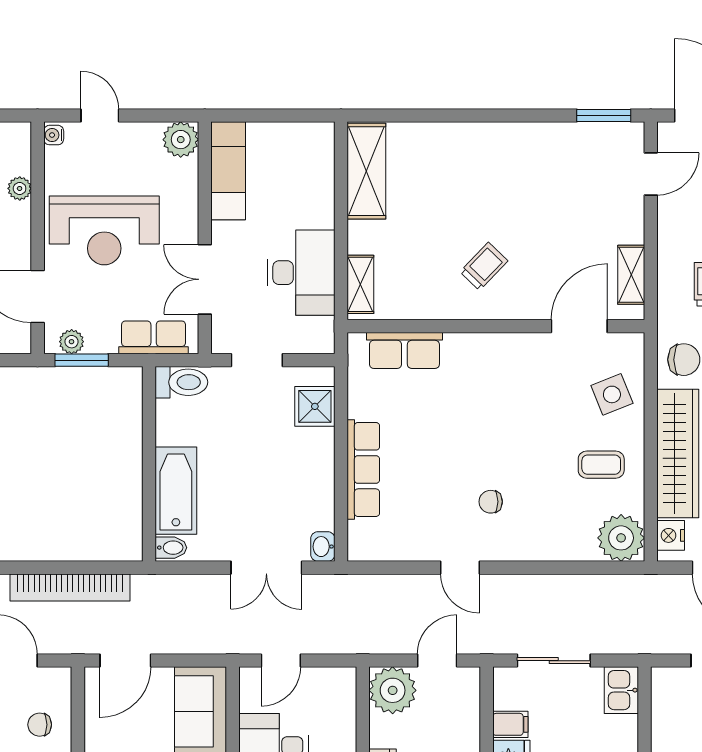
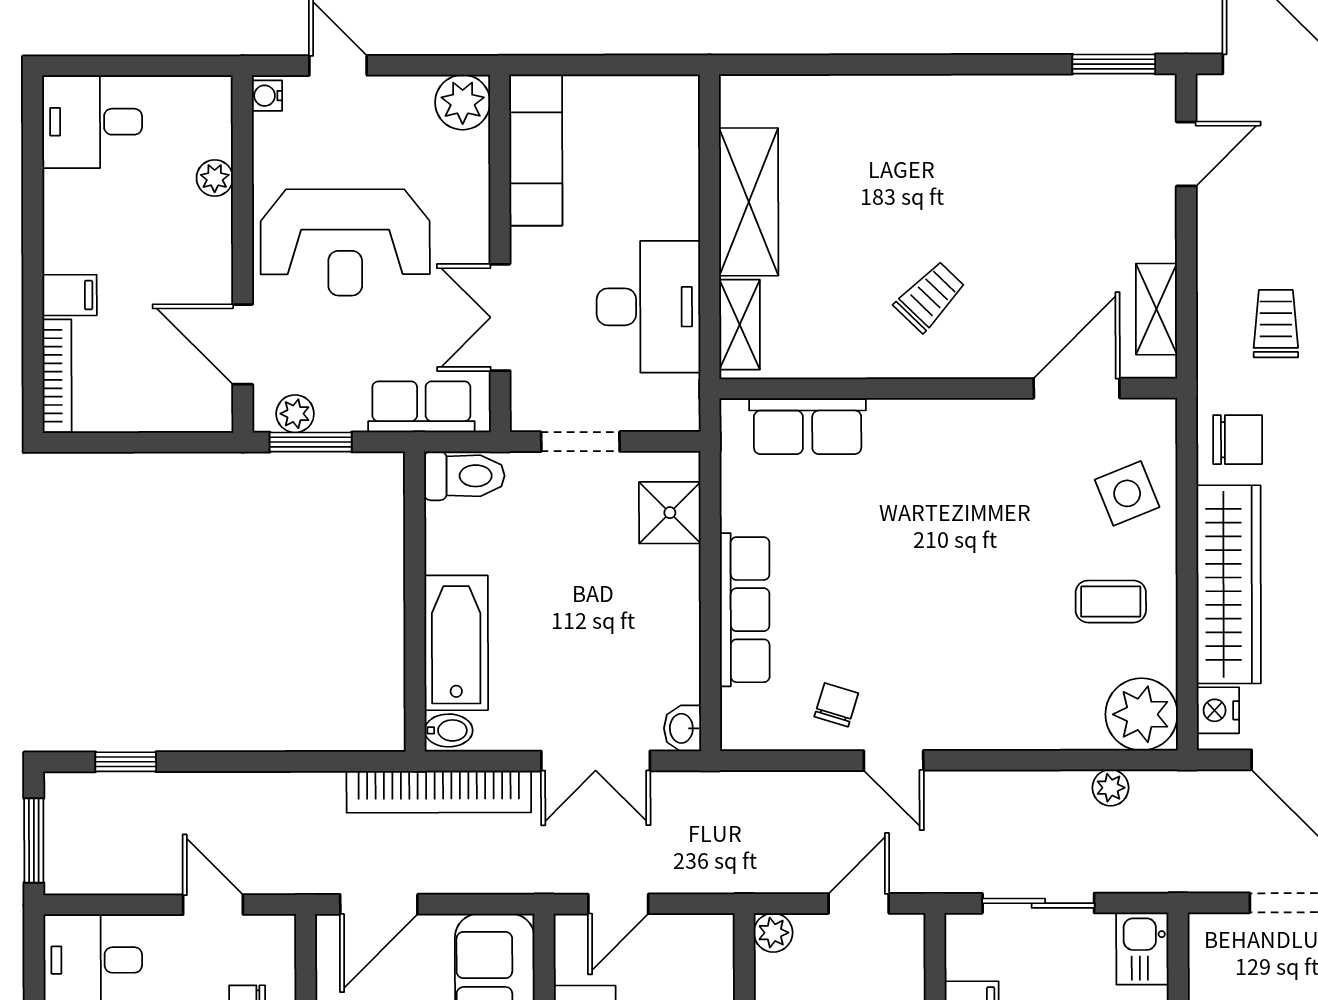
shelving: (366, 171) -> (749, 202), moved
chair: (491, 502) -> (836, 705), moved, turned 107
plant: (601, 586) -> (1110, 788), added
bookcase: (70, 587) -> (439, 792), moved
plant: (393, 690) -> (773, 933), width x0.53, depth x0.53

